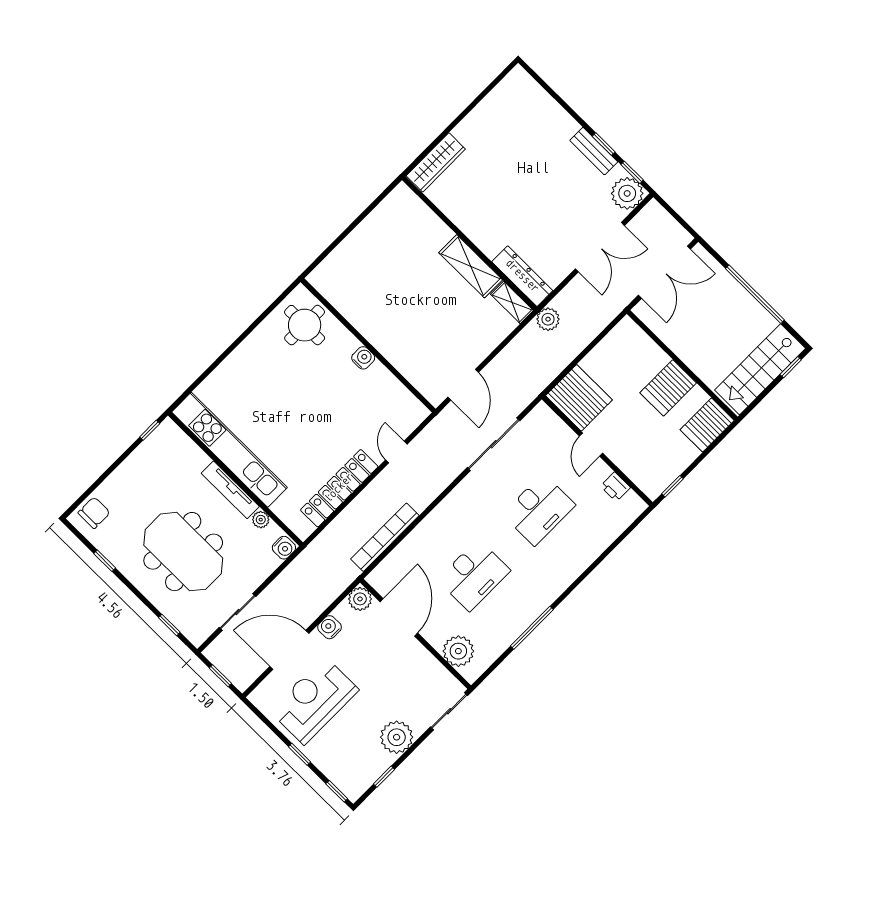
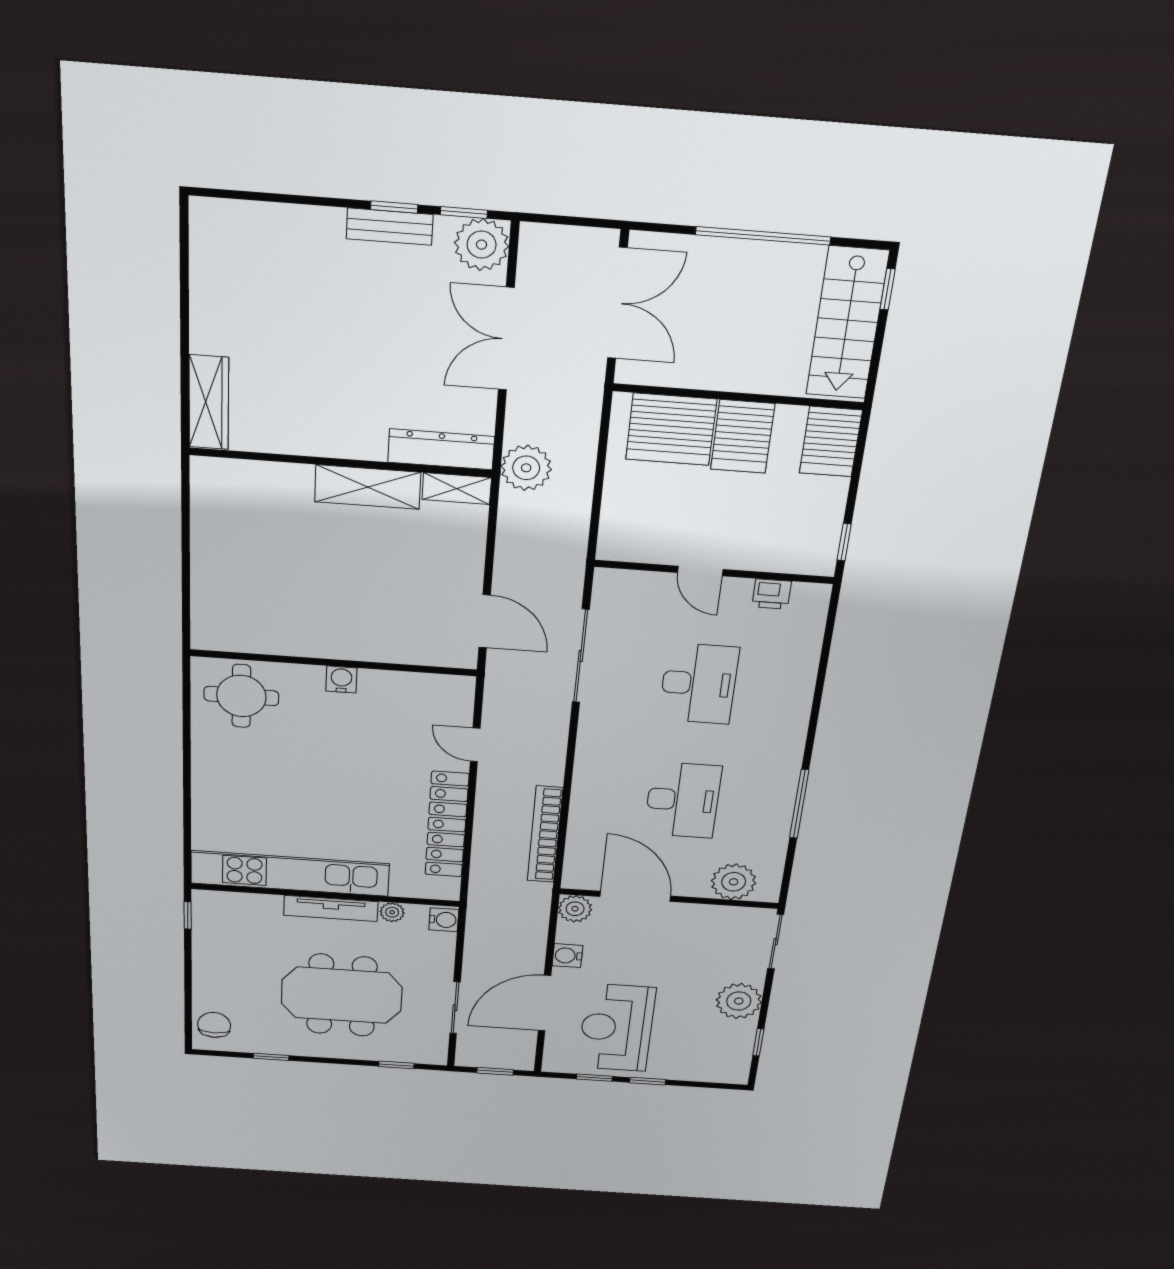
double door: (600, 247) -> (506, 339), swing flipped
plant: (548, 319) -> (526, 468), width x1.36, depth x1.36
server rack: (579, 398) -> (671, 429), moved, turned 180
window: (337, 791) -> (594, 1078), moved

